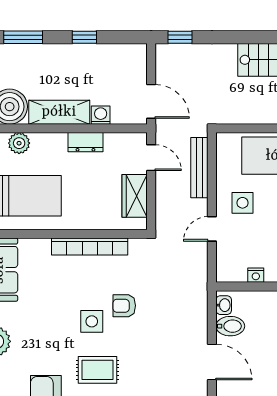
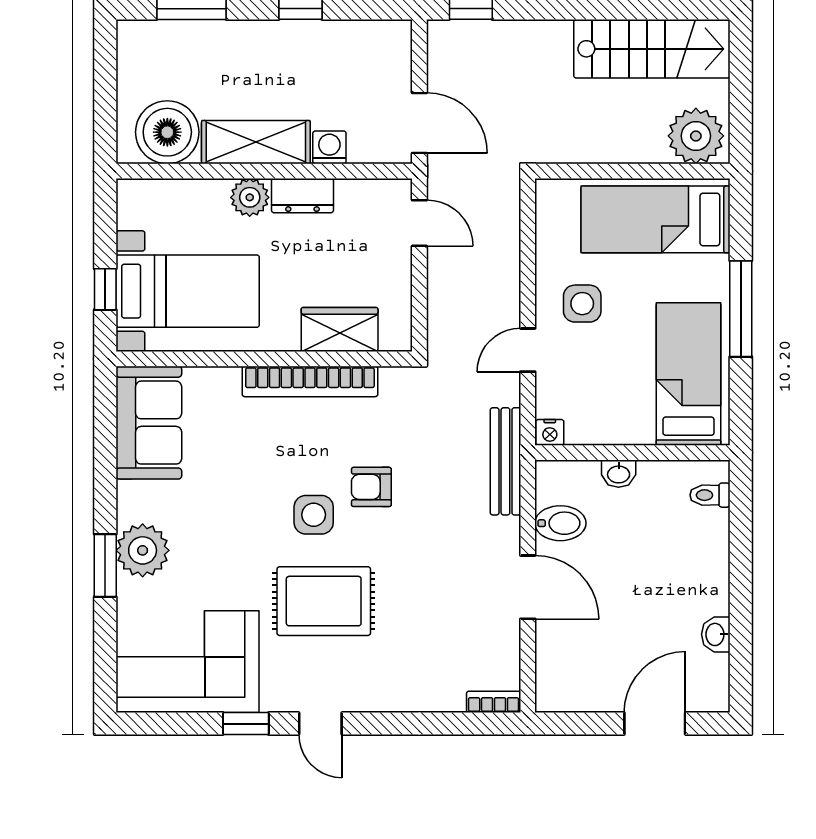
plant: (19, 143) -> (250, 197), moved
bench: (199, 168) -> (505, 461), moved
wardrobe: (135, 196) -> (340, 329), moved, turned 90
nightstand: (256, 275) -> (550, 432), moved
washbasin: (224, 305) -> (619, 474), moved, turned 90
rug: (97, 370) -> (324, 601), width x1.36, depth x1.43

